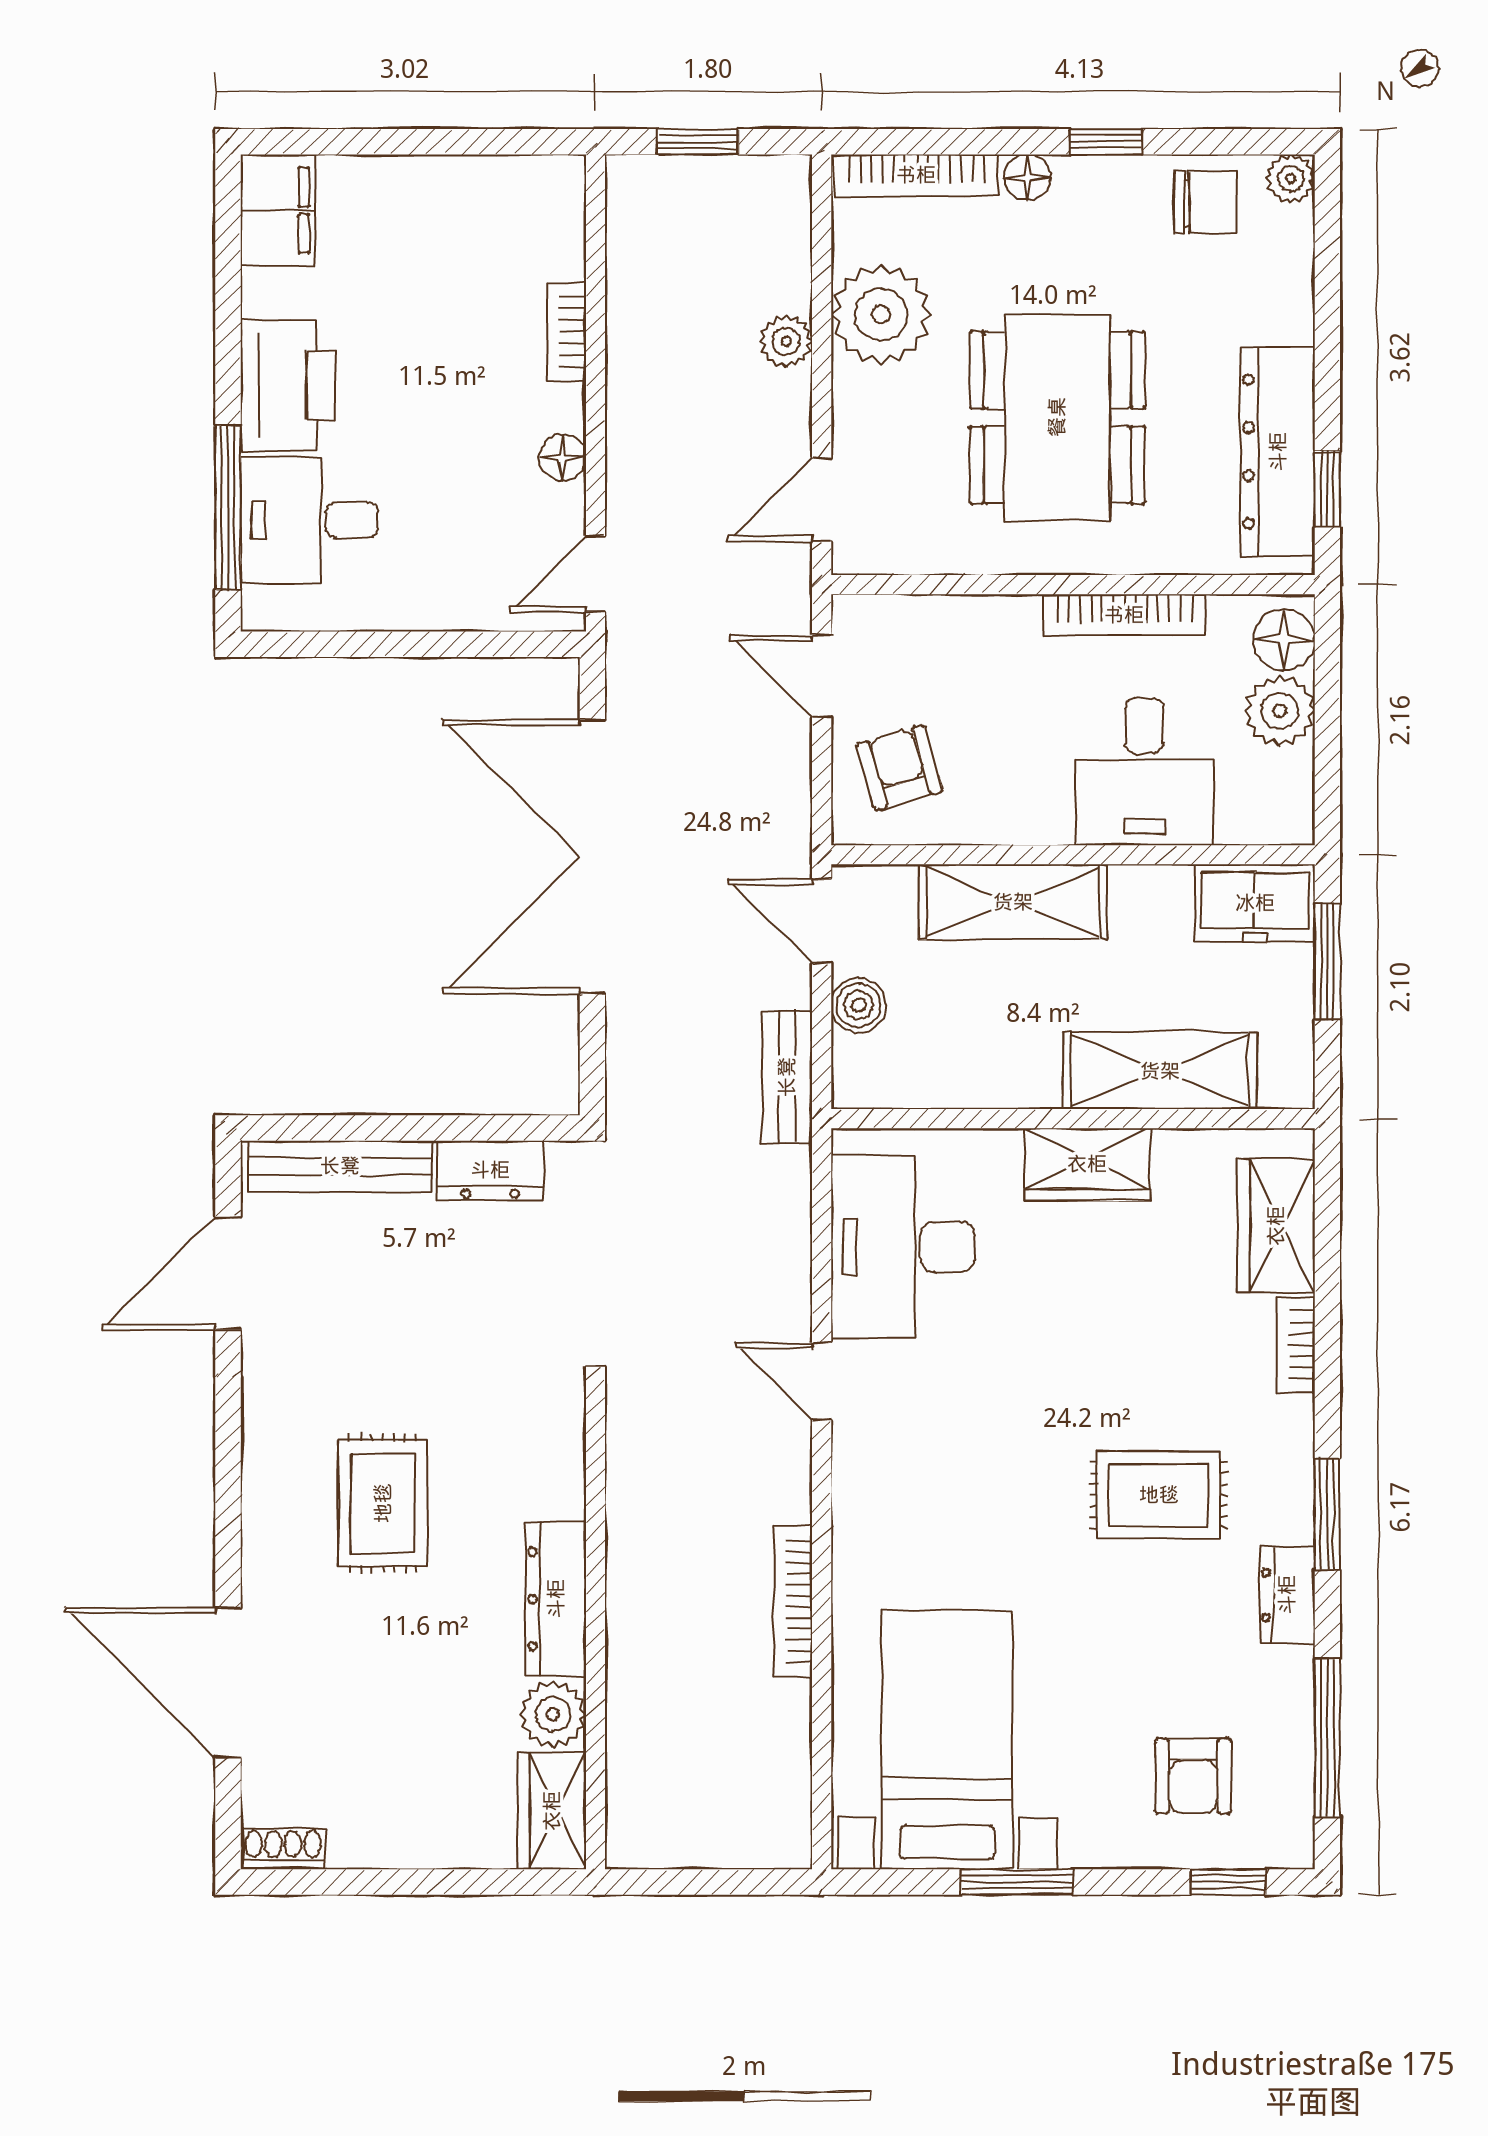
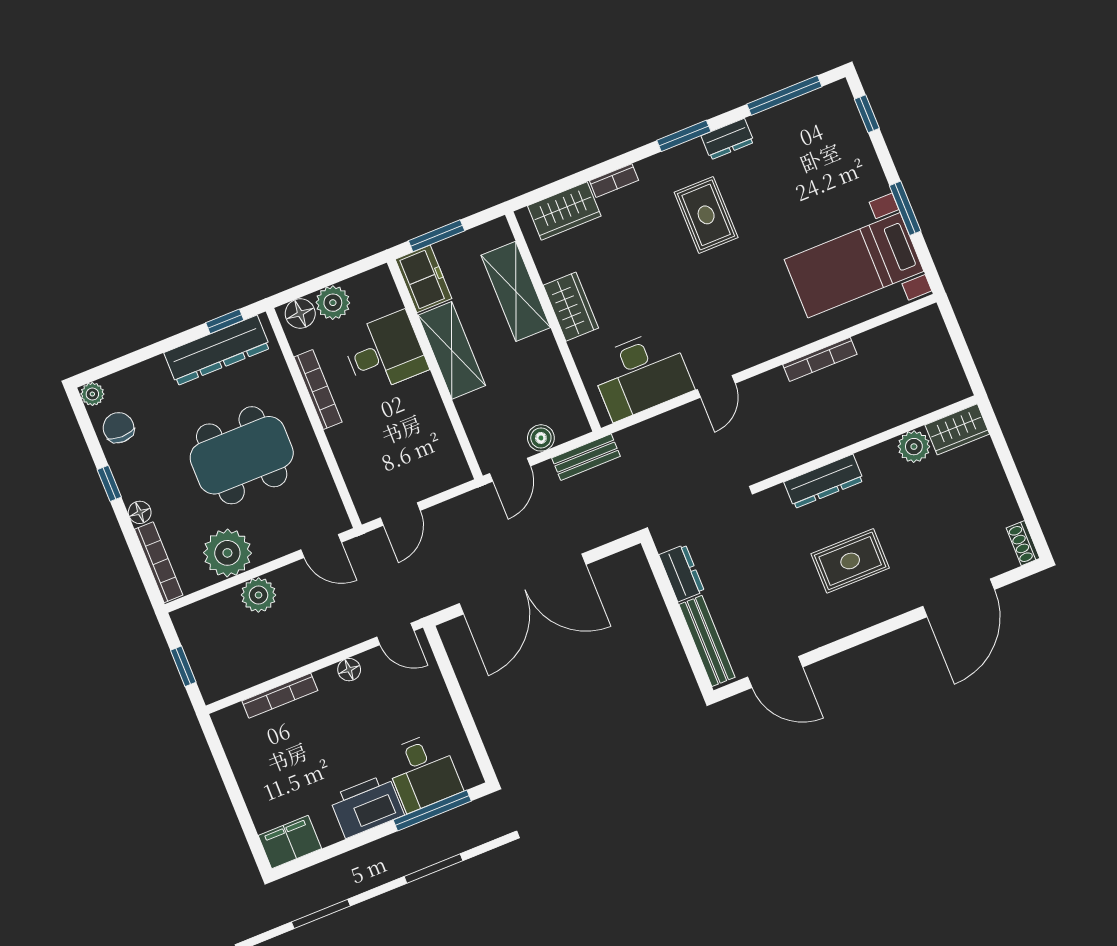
bookcase: (566, 332) -> (280, 696), width x1.56
plant: (786, 341) -> (258, 595), width x1.38, depth x1.38
armchair: (900, 768) -> (427, 463), removed
shelving: (1013, 902) -> (452, 350), moved
dresser: (556, 1599) -> (824, 481), moved
armchair: (1193, 1776) -> (826, 149), removed

